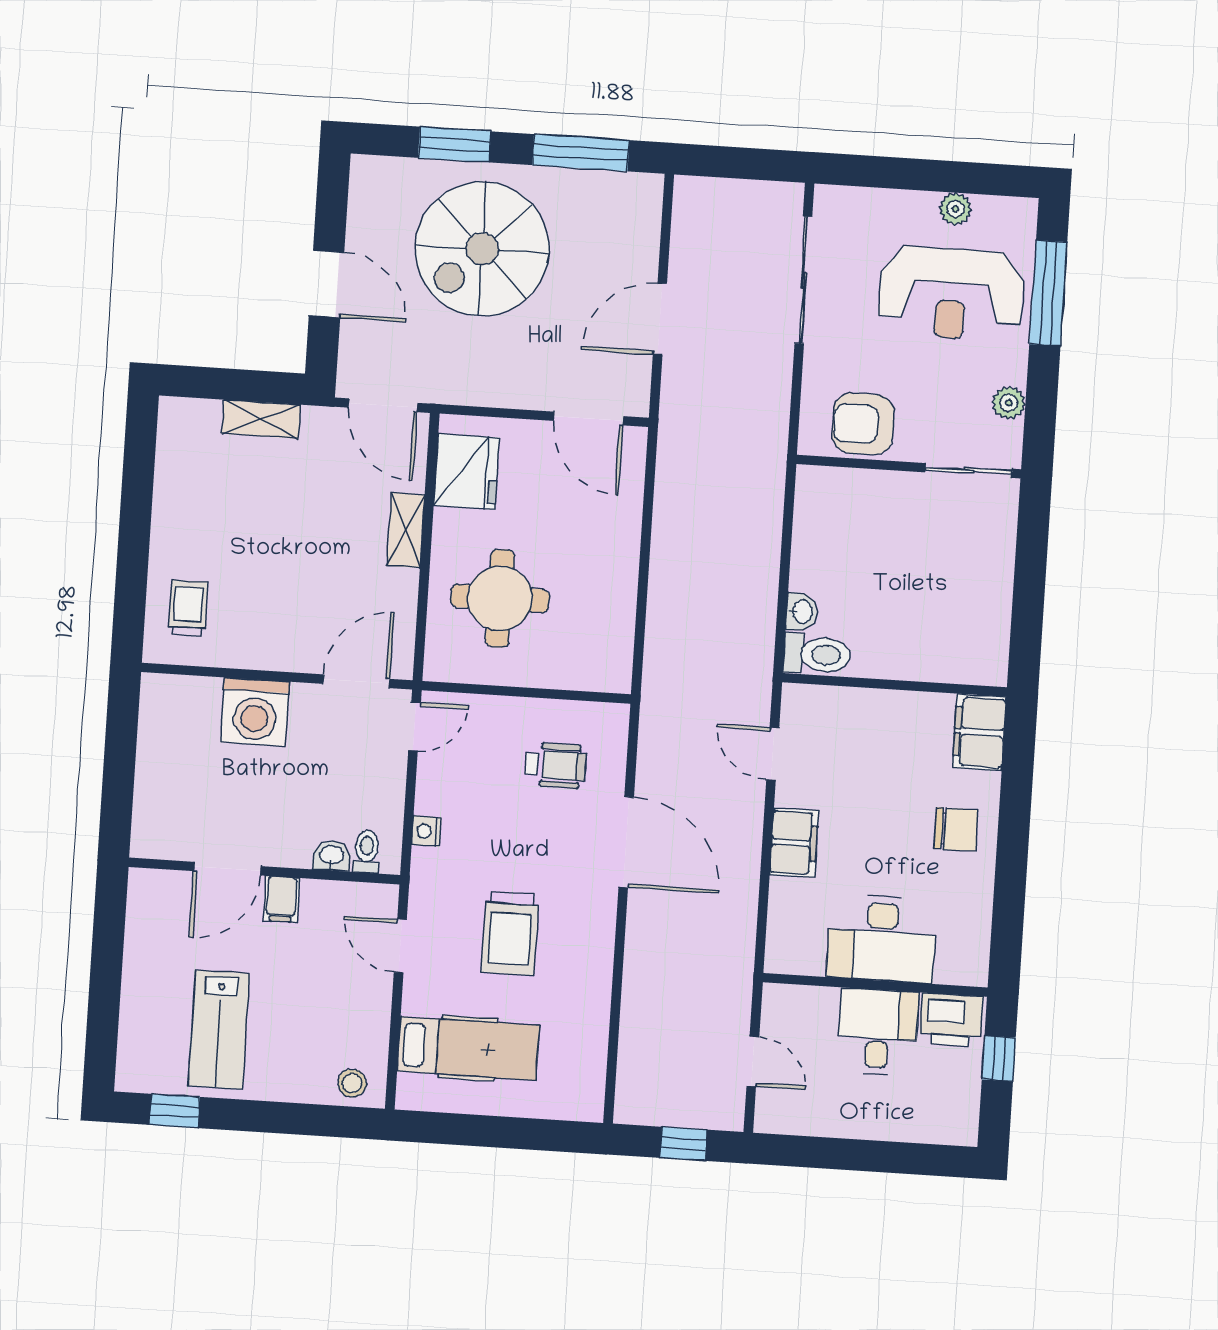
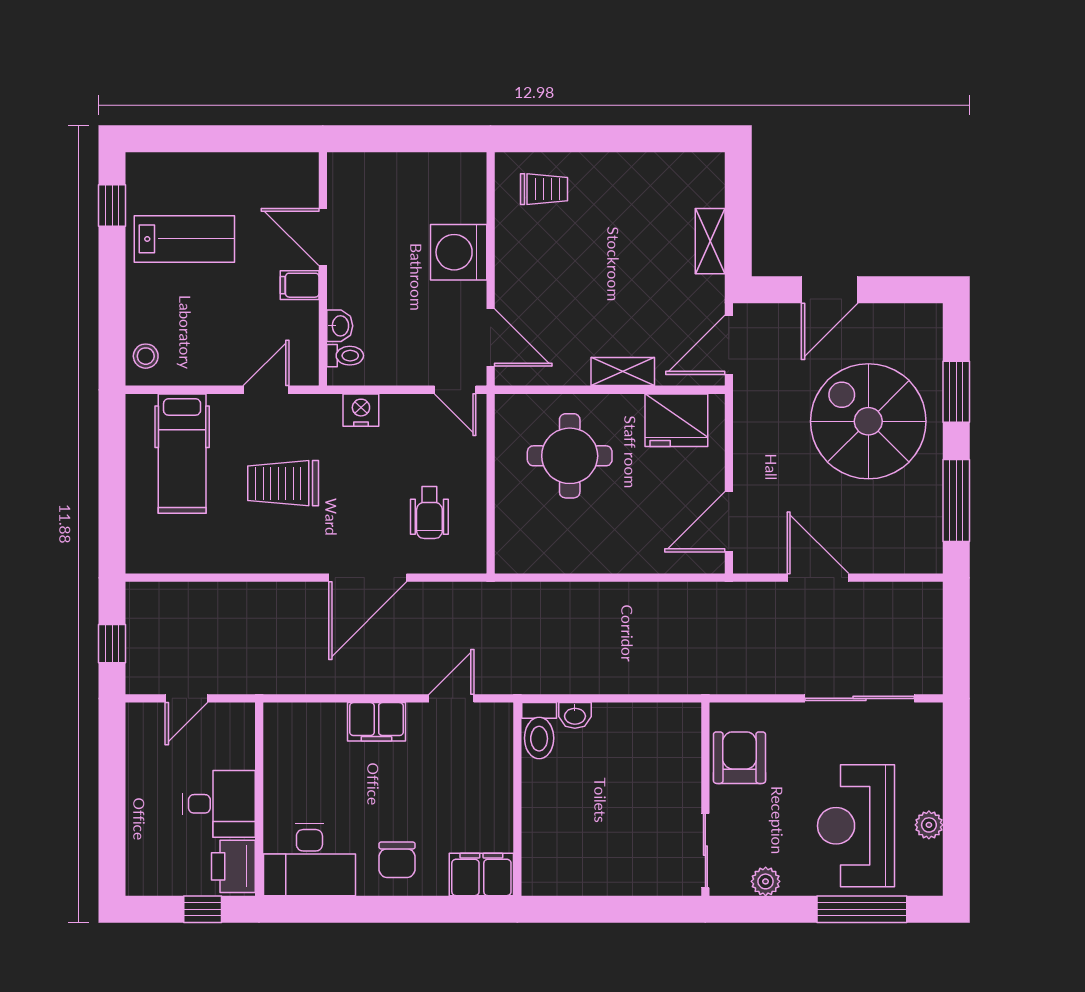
nightstand: (427, 831) -> (361, 410), width x1.39, depth x1.35
desk: (882, 939) -> (309, 860), moved, turned -90
lab bench: (219, 1030) -> (184, 239), turned 180

